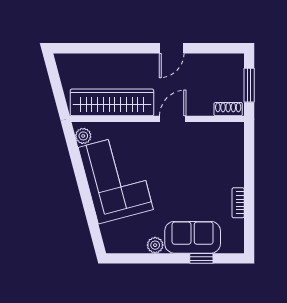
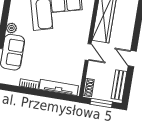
bench: (216, 62) -> (119, 85), added
tv unit: (236, 156) -> (59, 87), added

